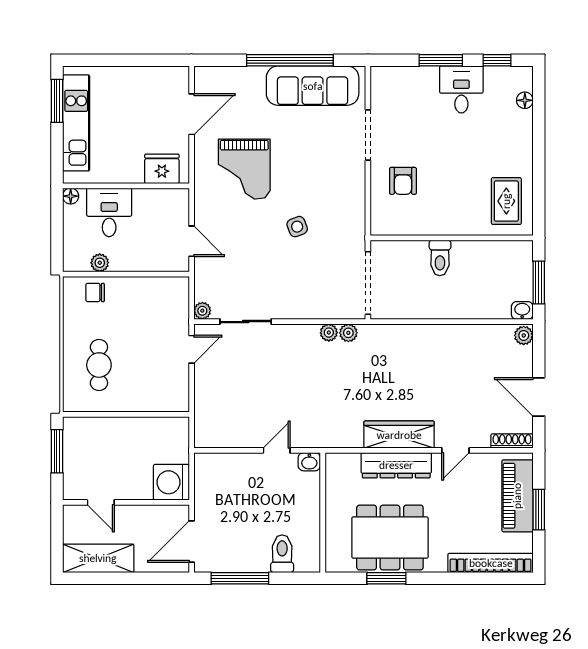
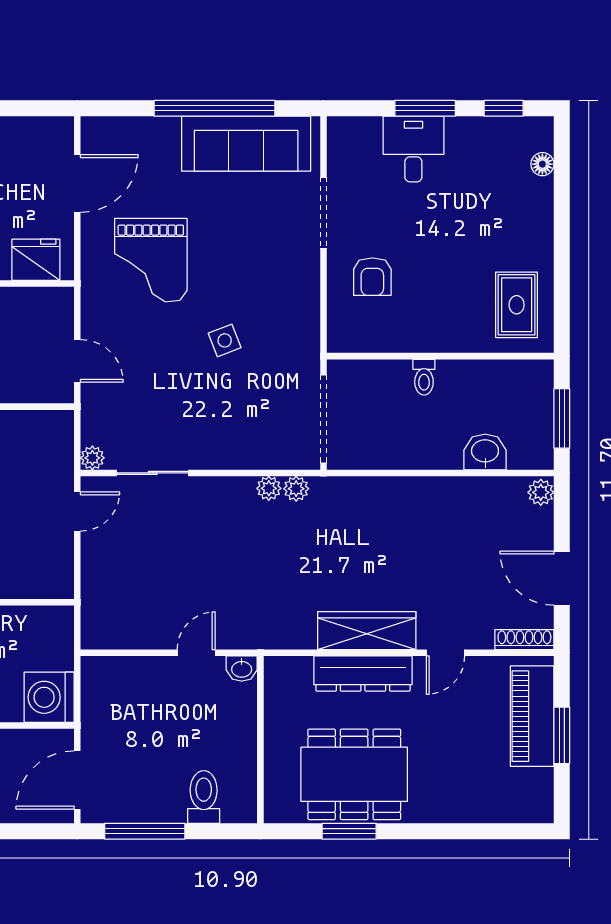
desk: (461, 89) -> (413, 149), moved
toilet: (440, 258) -> (424, 377), width x0.73, depth x0.72
washbasin: (522, 310) -> (485, 452), moved, width x1.38, depth x1.45
bookcase: (491, 563) -> (494, 810), removed

